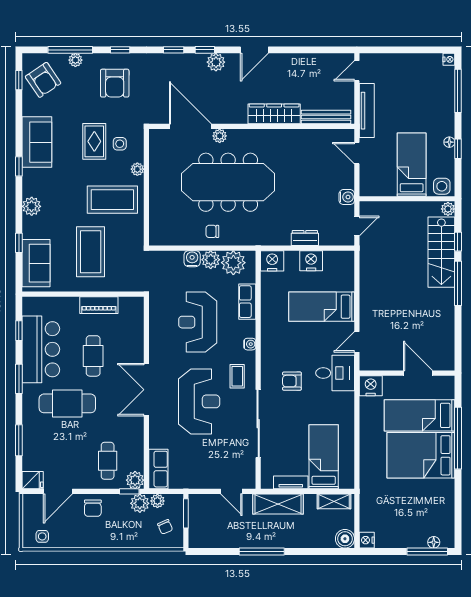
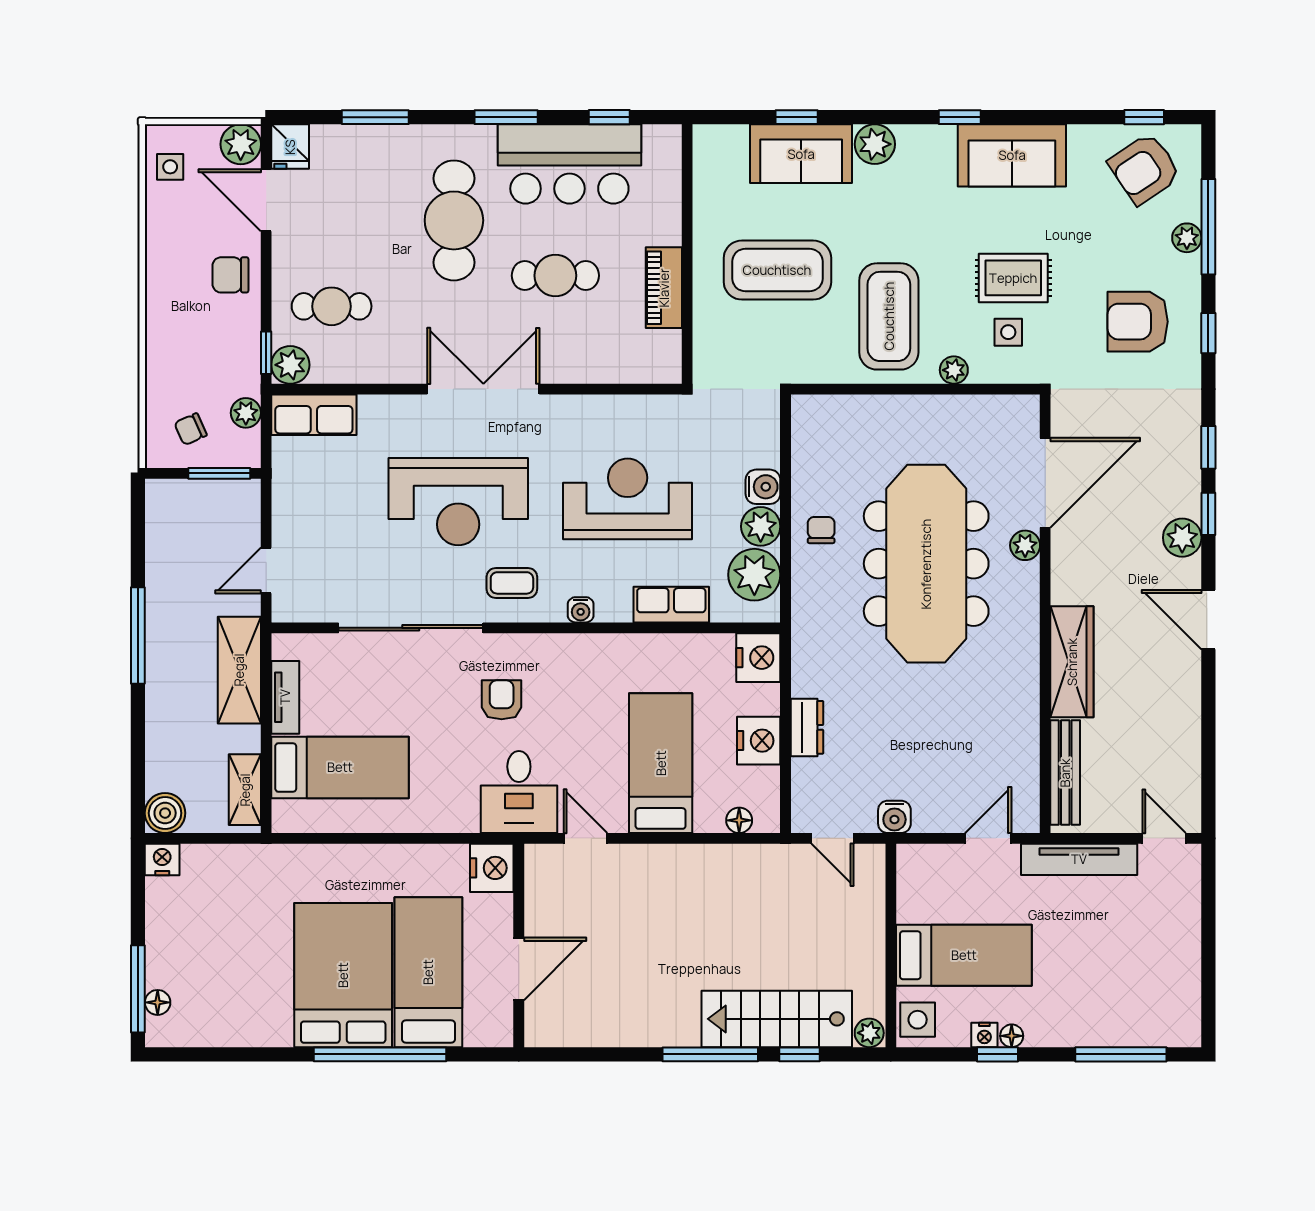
nightstand: (449, 59) -> (984, 1035), moved
sofa: (36, 263) -> (801, 154), moved
floor lamp: (348, 270) -> (739, 820), added
plant: (140, 503) -> (241, 144), moved

